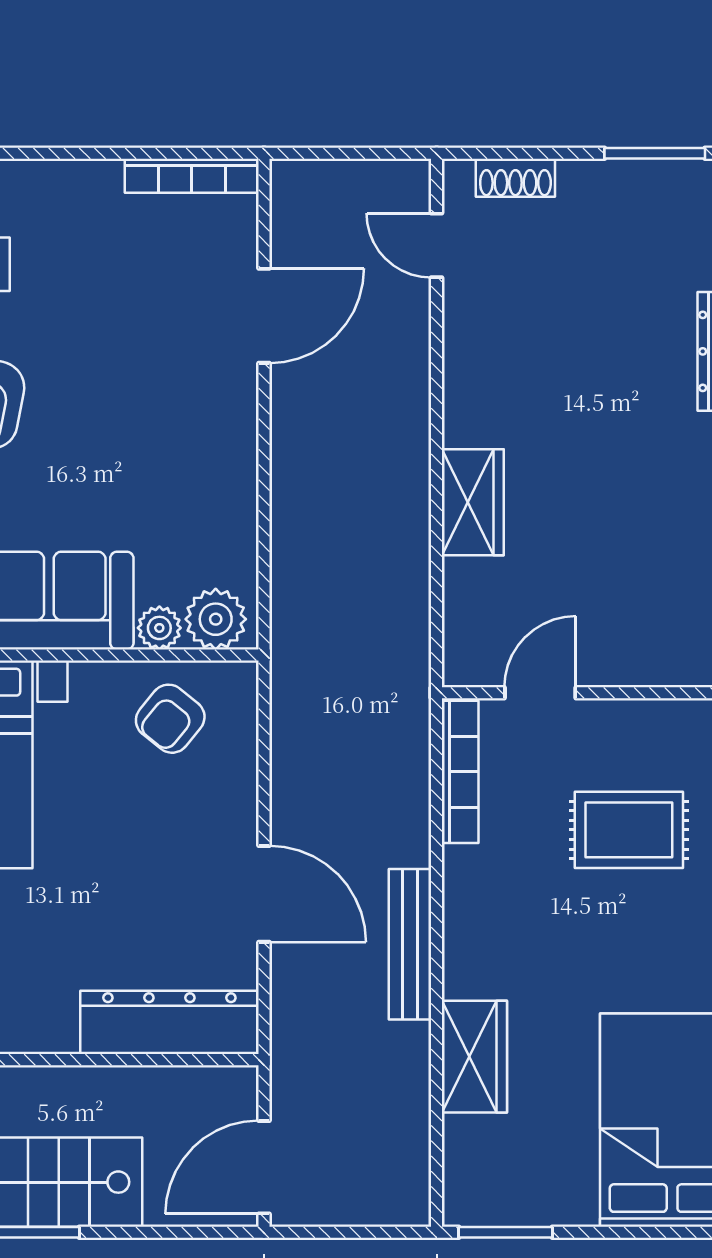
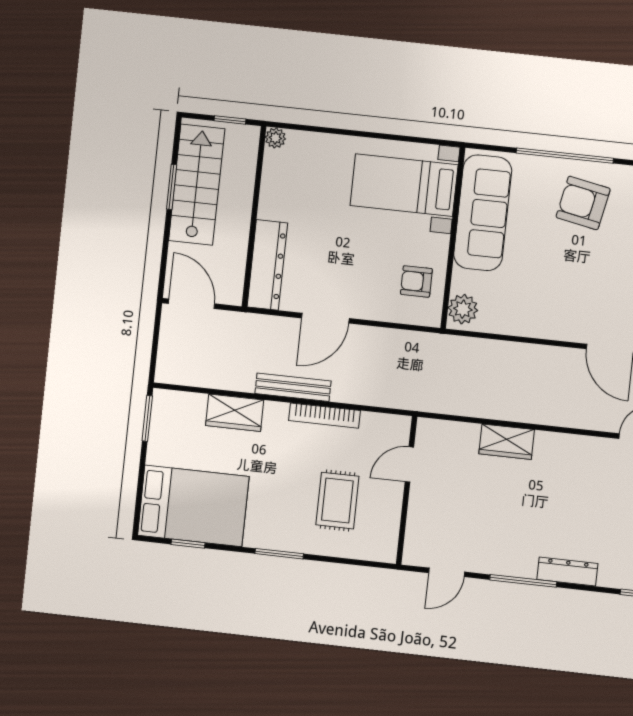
plant: (159, 628) -> (462, 281), removed
door: (540, 693) -> (409, 464), swing flipped
armchair: (170, 719) -> (416, 281), turned -39
bookcase: (460, 772) -> (324, 416), moved

